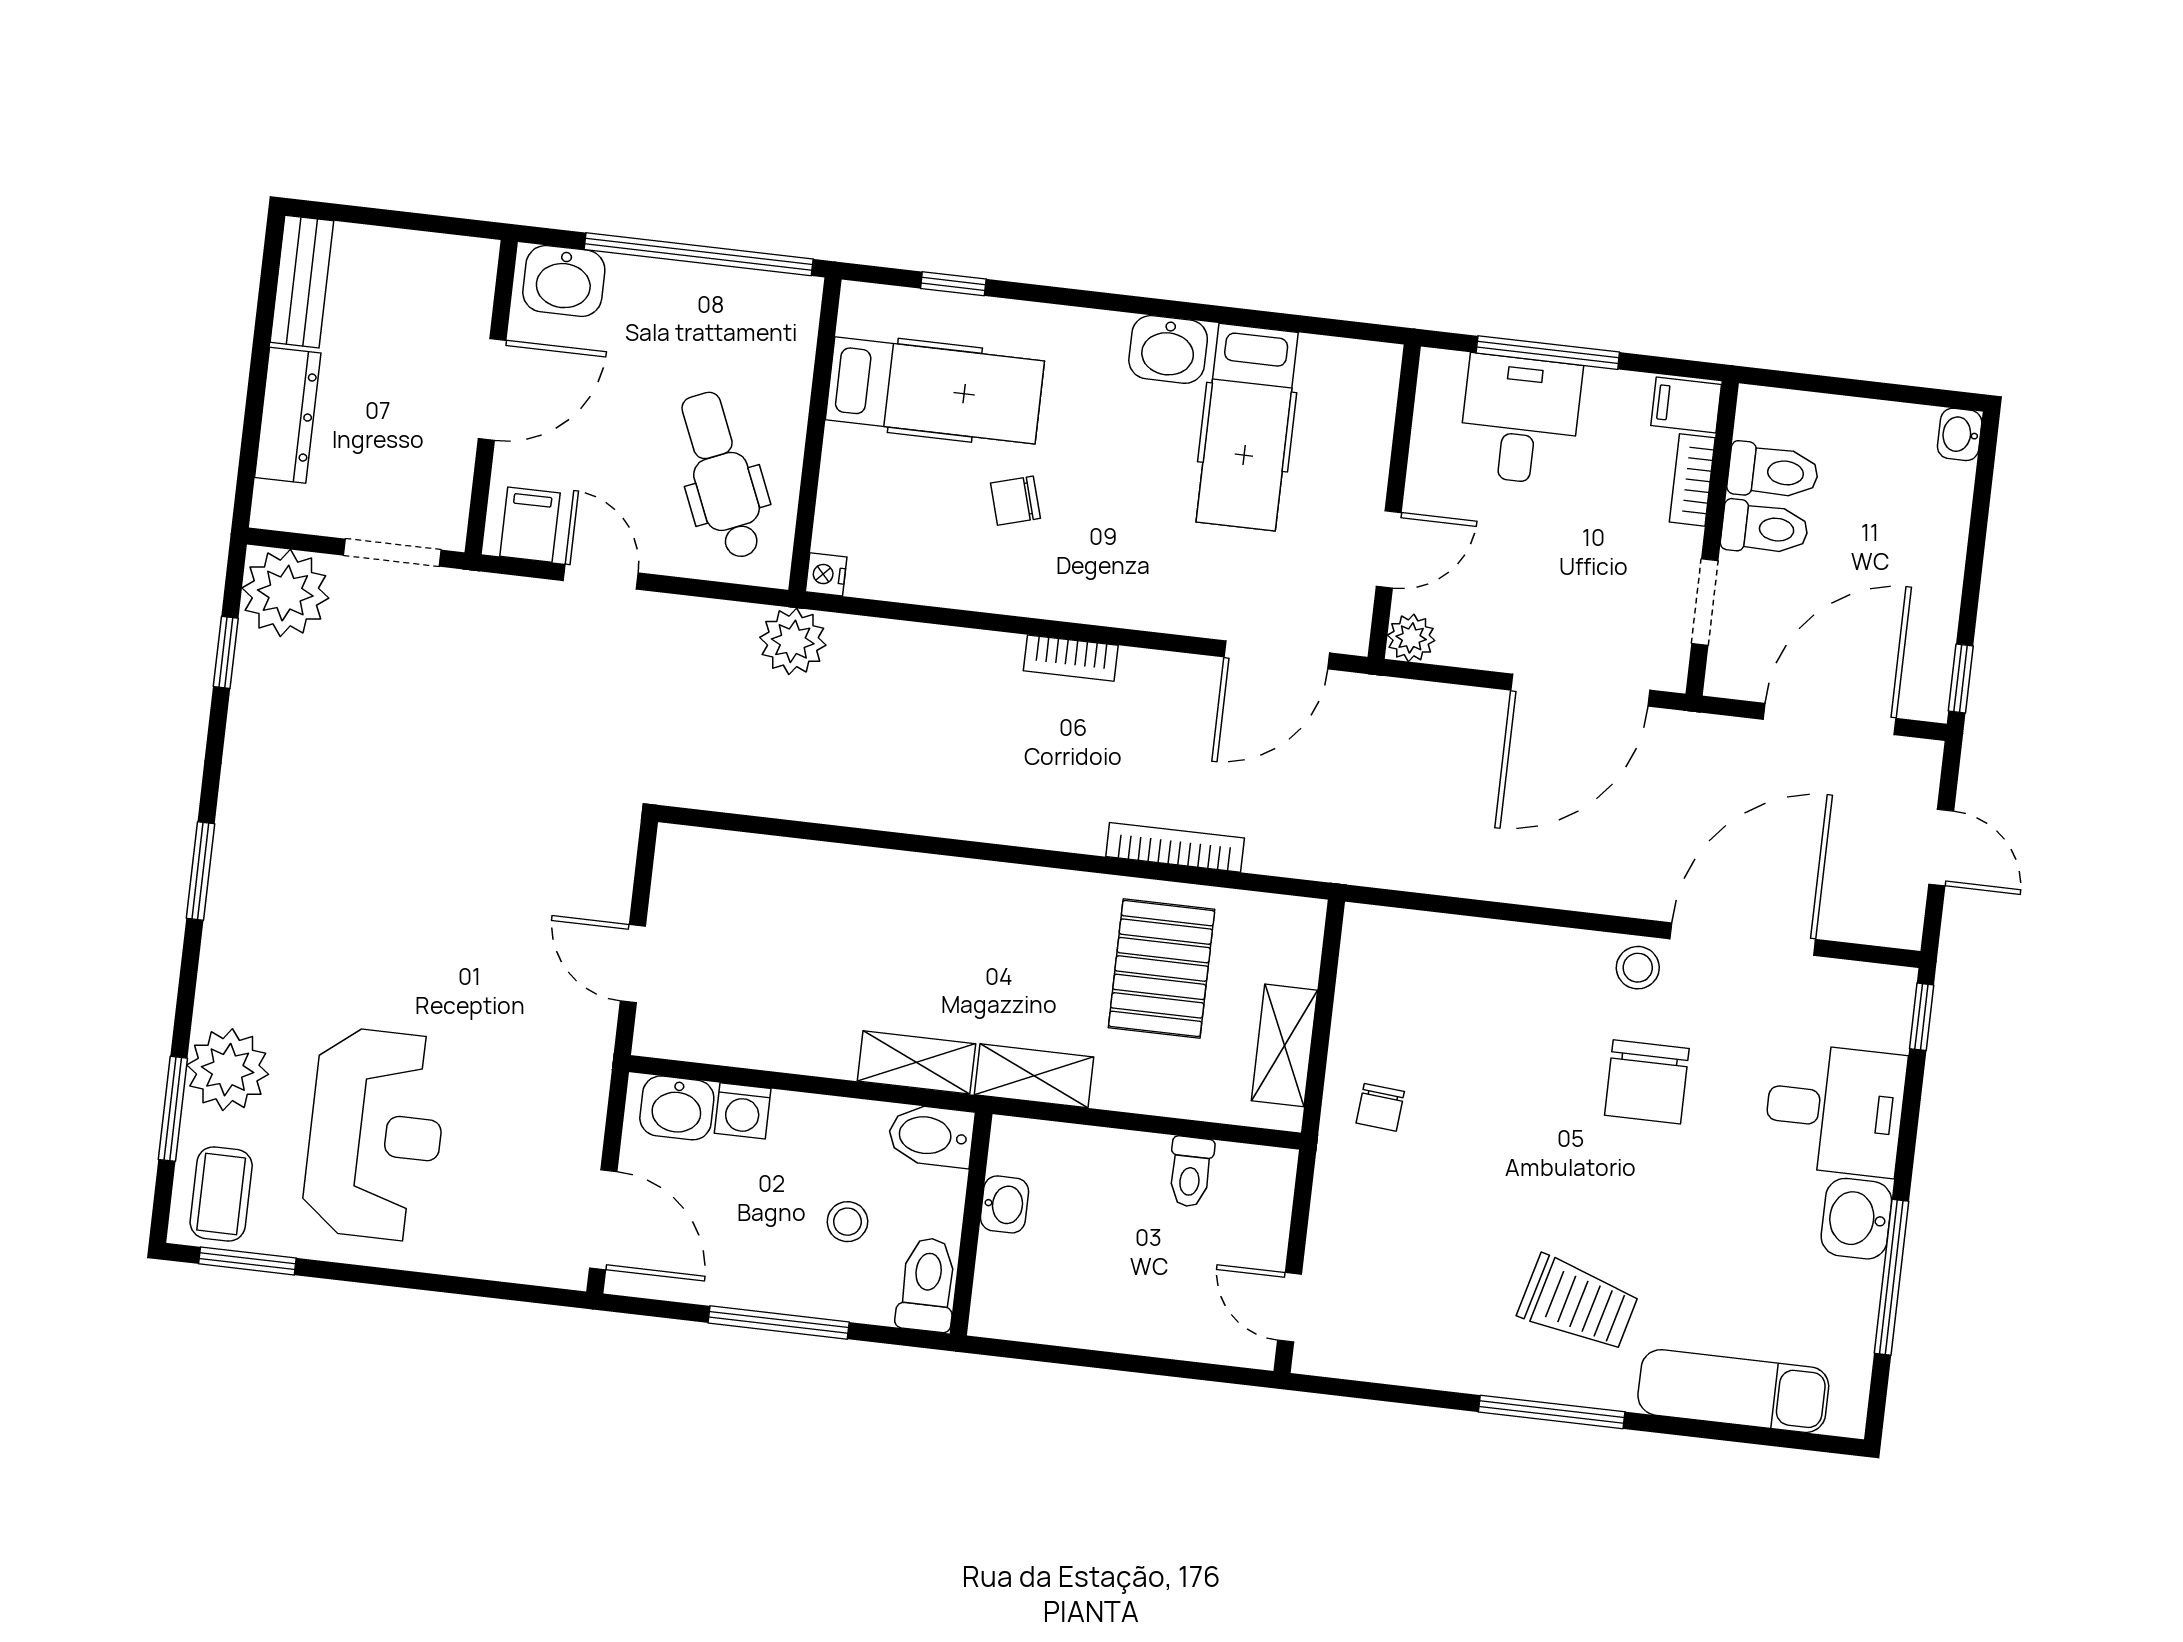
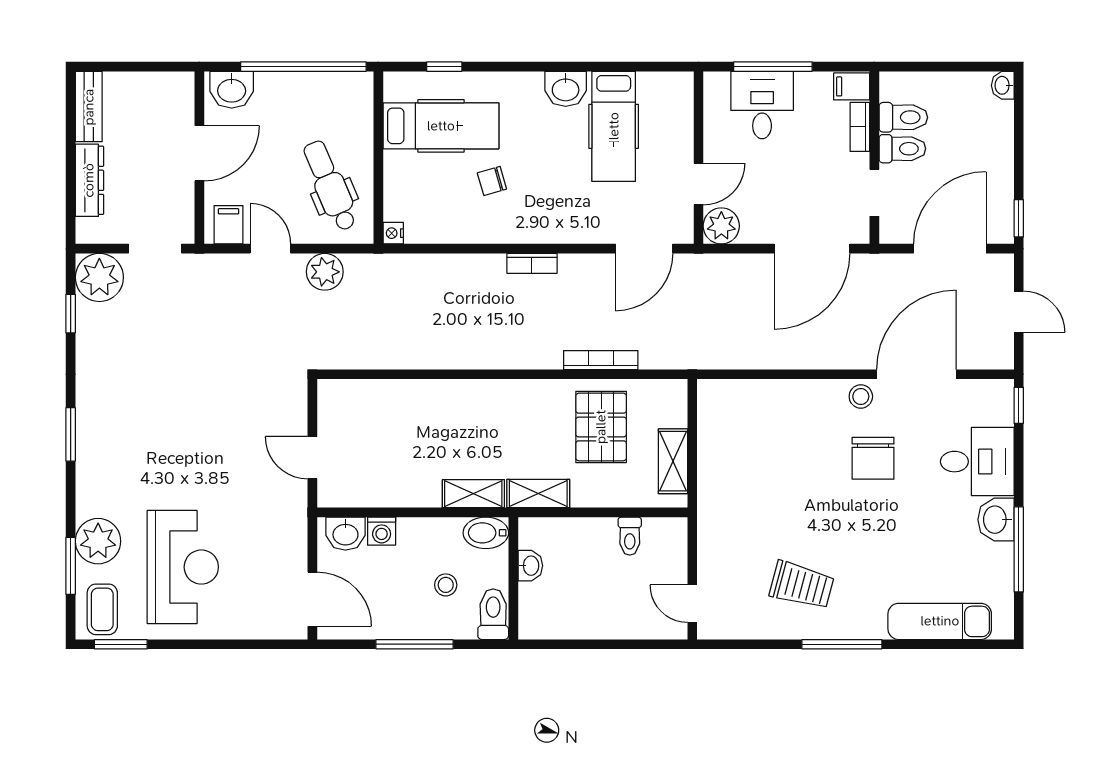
plant: (1411, 638) -> (721, 226), width x1.38, depth x1.38
plant: (793, 641) -> (325, 272), moved
chair: (1380, 1107) -> (729, 489), removed
trolley: (1578, 1303) -> (802, 585), moved

